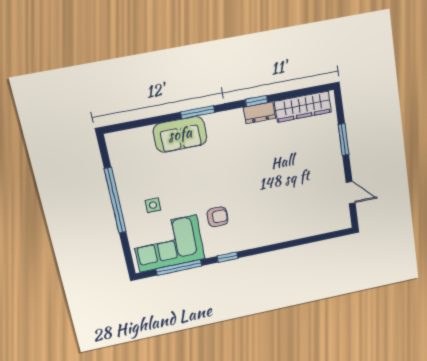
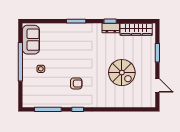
sofa: (180, 134) -> (31, 40), moved, turned -90
spiral stairs: (290, 184) -> (122, 73), added
corner sofa: (168, 244) -> (45, 93), removed

